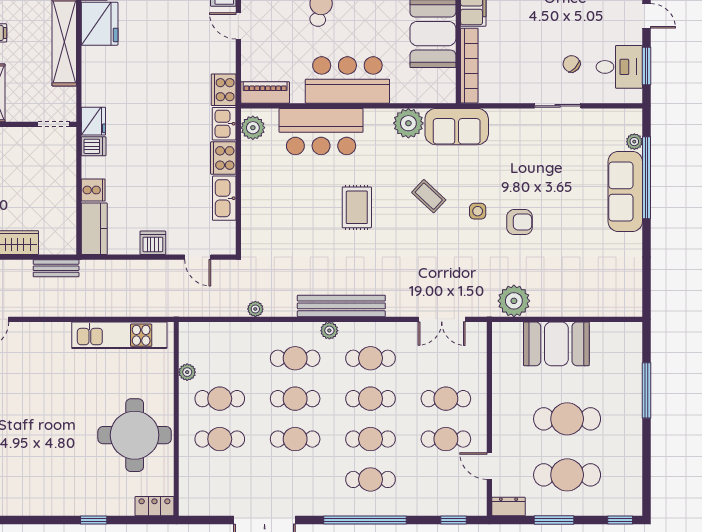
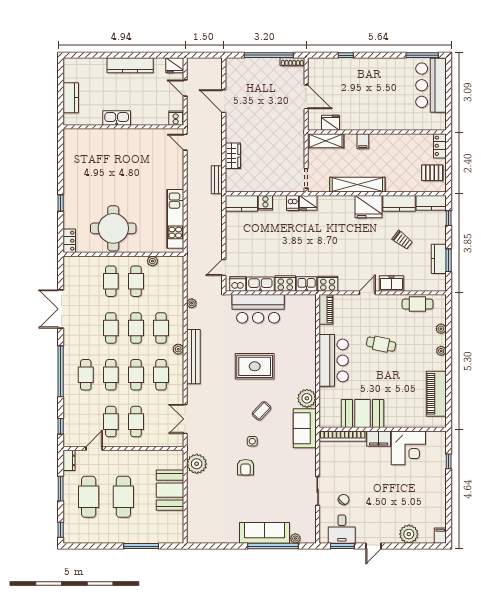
plant: (253, 128) -> (304, 302), removed
bar counter: (321, 132) -> (258, 309), moved, turned -90
rug: (357, 207) -> (255, 366), width x1.36, depth x1.43
dishwasher: (153, 243) -> (238, 284), moved, turned -90

